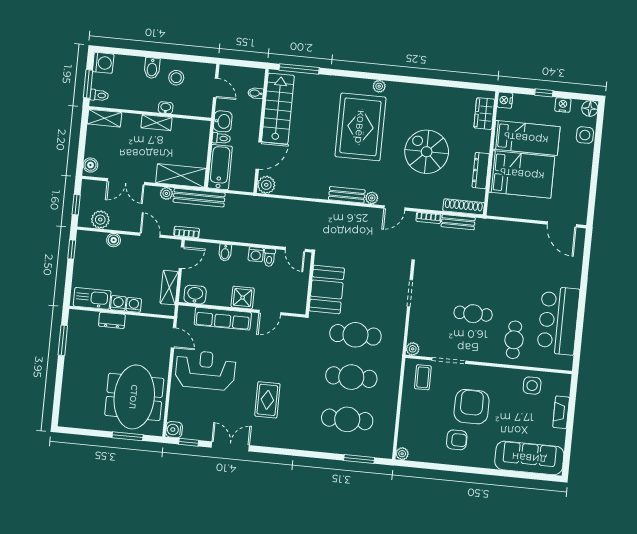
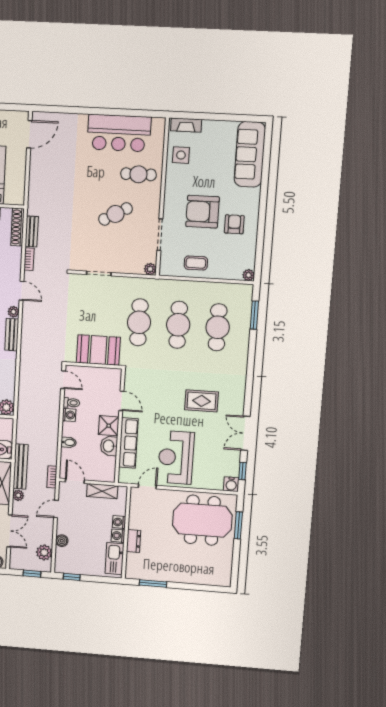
door: (295, 249) -> (63, 380), hinge flipped
washbasin: (195, 295) -> (109, 446), moved
cafe table: (473, 314) -> (115, 214), turned 61
coffee table: (423, 377) -> (196, 263), moved
fireplace: (561, 412) -> (186, 125), moved

